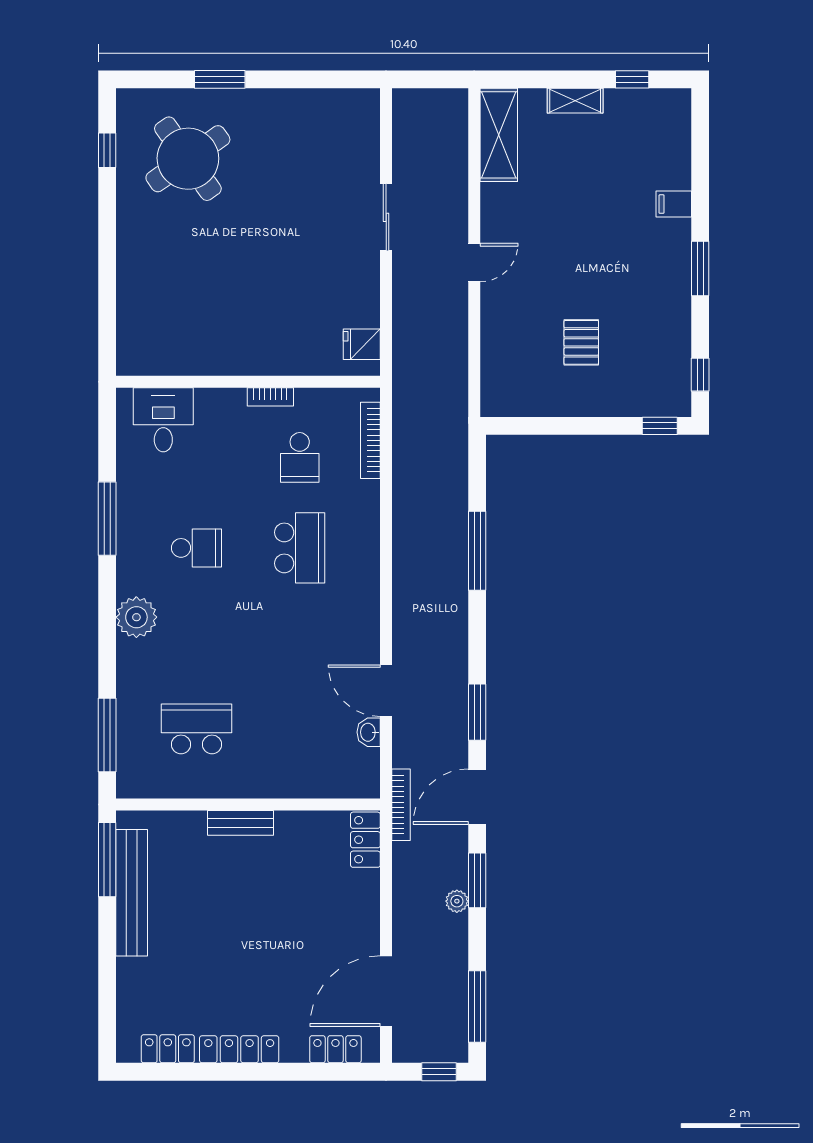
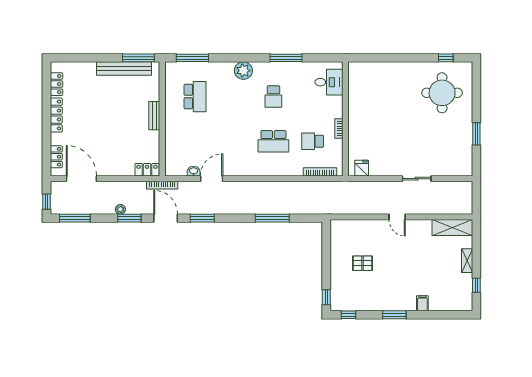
window: (220, 79) -> (476, 134), moved
round table: (188, 159) -> (442, 93), turned 35

